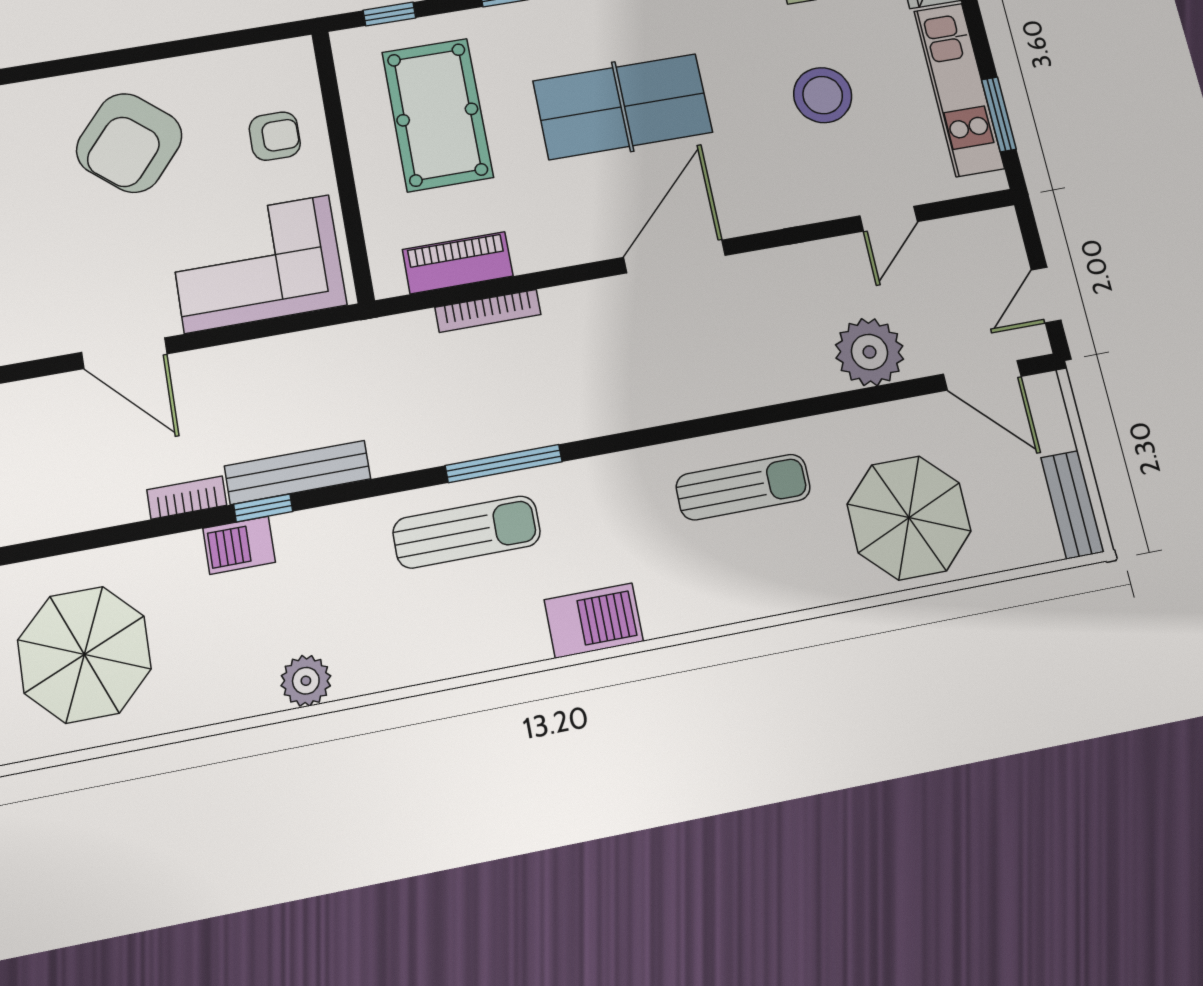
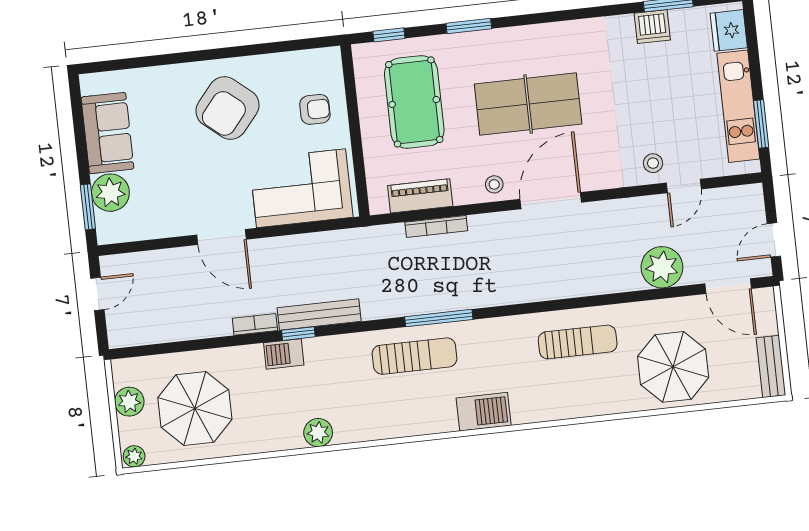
stool: (823, 95) -> (653, 163), moved, width x0.53, depth x0.53
stool: (579, 236) -> (494, 184), added

